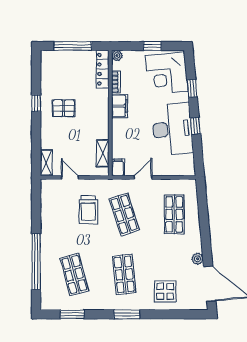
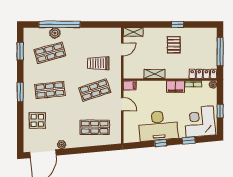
shelving: (103, 153) -> (154, 74), moved
plant: (48, 268) -> (55, 33), added

